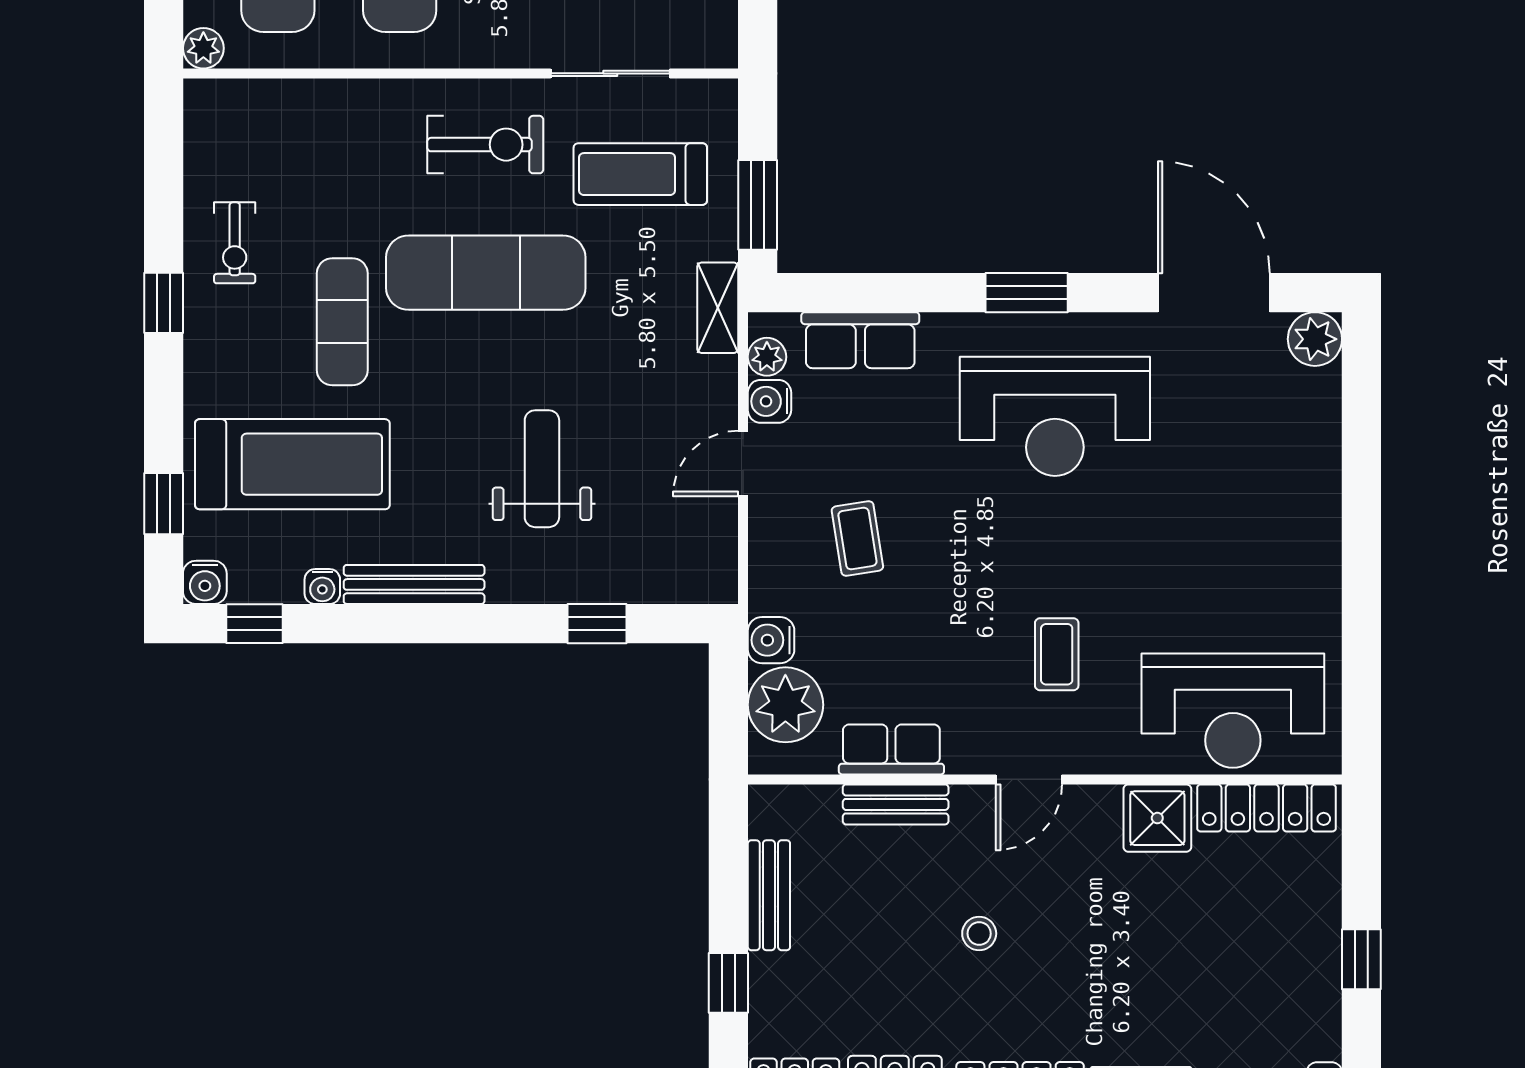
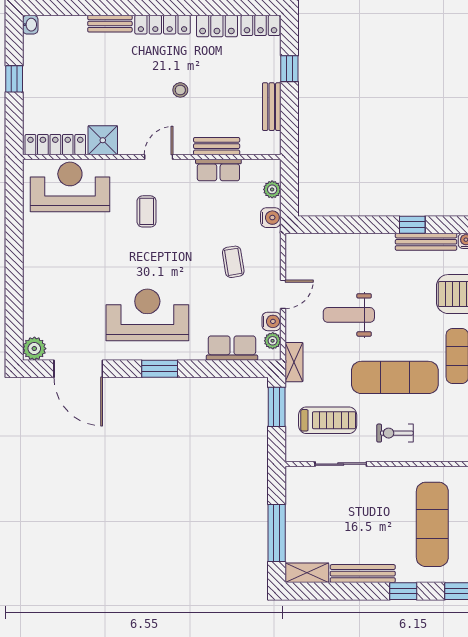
exercise bike: (485, 145) -> (395, 433), width x0.73, depth x0.72
weight bench: (542, 469) -> (349, 315), moved, turned 90
window: (597, 624) -> (412, 225), moved
plant: (785, 705) -> (272, 189), width x0.53, depth x0.53

